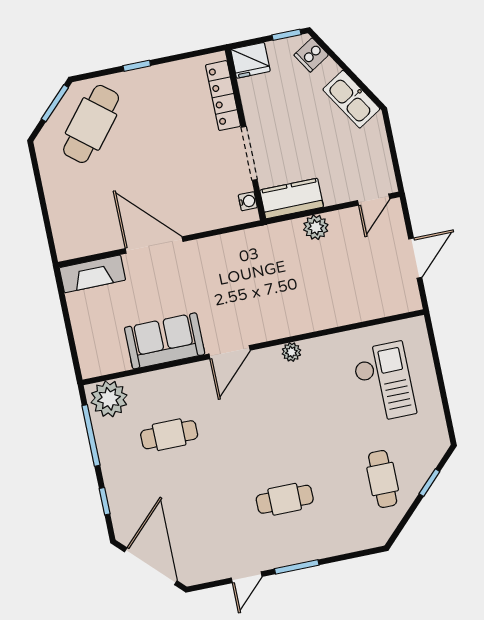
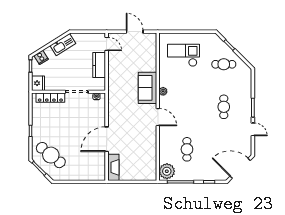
kitchen counter: (292, 199) -> (99, 65), moved
plant: (316, 227) -> (113, 70), removed
sofa: (165, 341) -> (147, 88), moved

